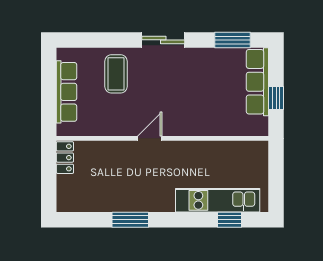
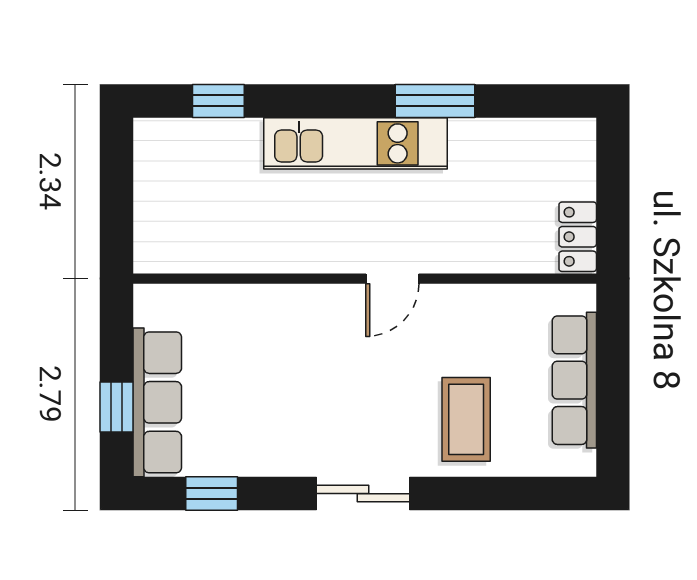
window: (233, 40) -> (212, 494), width x0.67
window: (276, 98) -> (117, 407), moved
kitchen unit: (218, 200) -> (355, 143), moved

